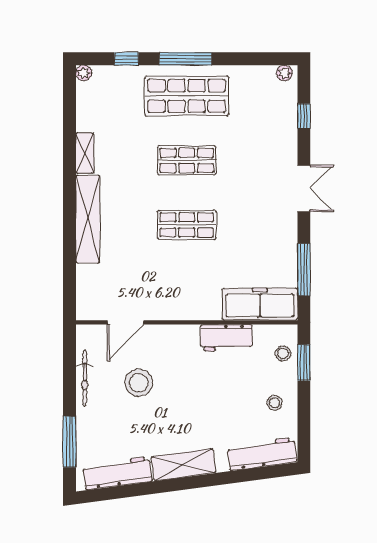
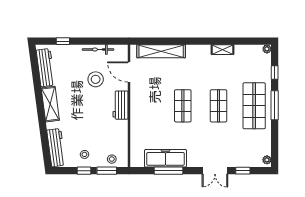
double door: (304, 188) -> (215, 171), moved
shelving: (88, 219) -> (161, 51), moved
window: (304, 270) -> (168, 171), moved
freezer: (260, 304) -> (165, 158), moved, turned -90
workbench: (226, 338) -> (120, 105), moved
window: (304, 404) -> (84, 171), added
window: (69, 442) -> (63, 41), width x0.46

